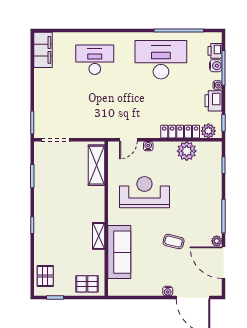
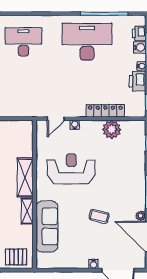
plant: (208, 131) -> (132, 110), removed
shelving: (97, 165) -> (25, 177), moved

